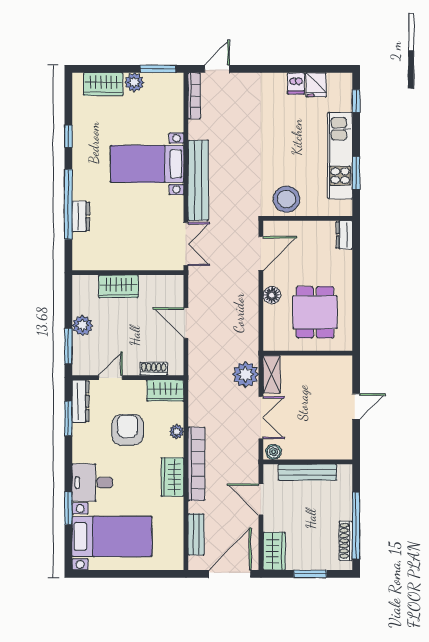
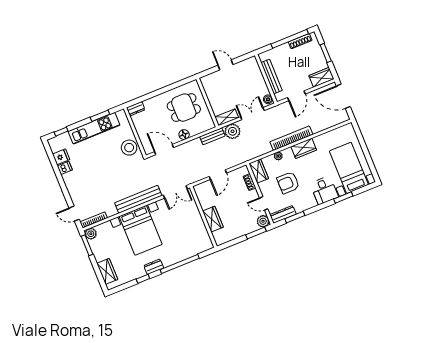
plant: (134, 82) -> (91, 234), moved
bed with nightstands: (147, 164) -> (141, 230), width x1.36
dresser: (81, 216) -> (154, 267), moved
double door: (186, 244) -> (175, 192), swing flipped
plant: (82, 325) -> (263, 221), moved
bench: (196, 534) -> (212, 136), moved

